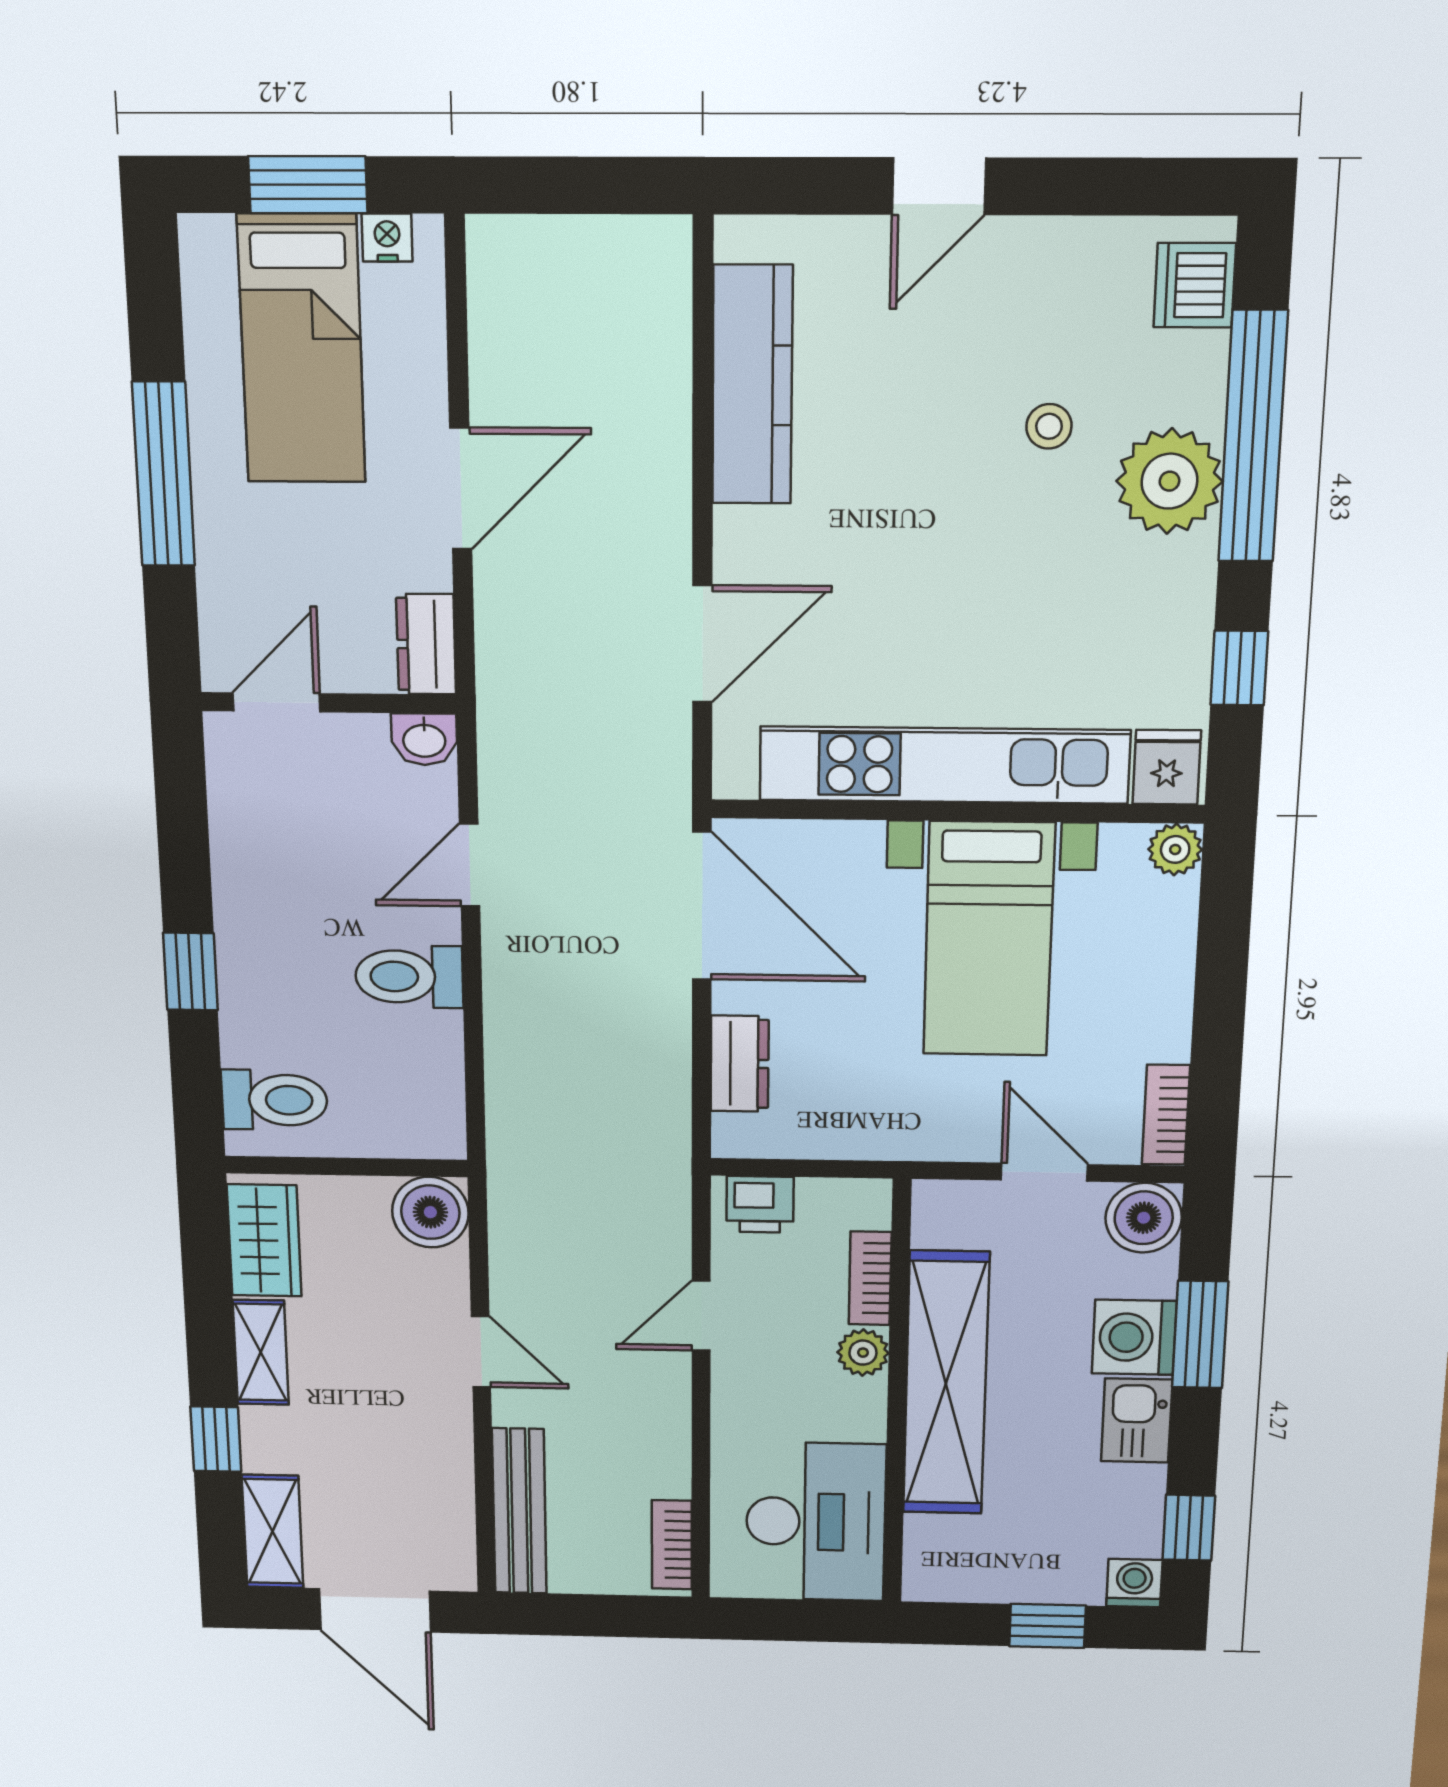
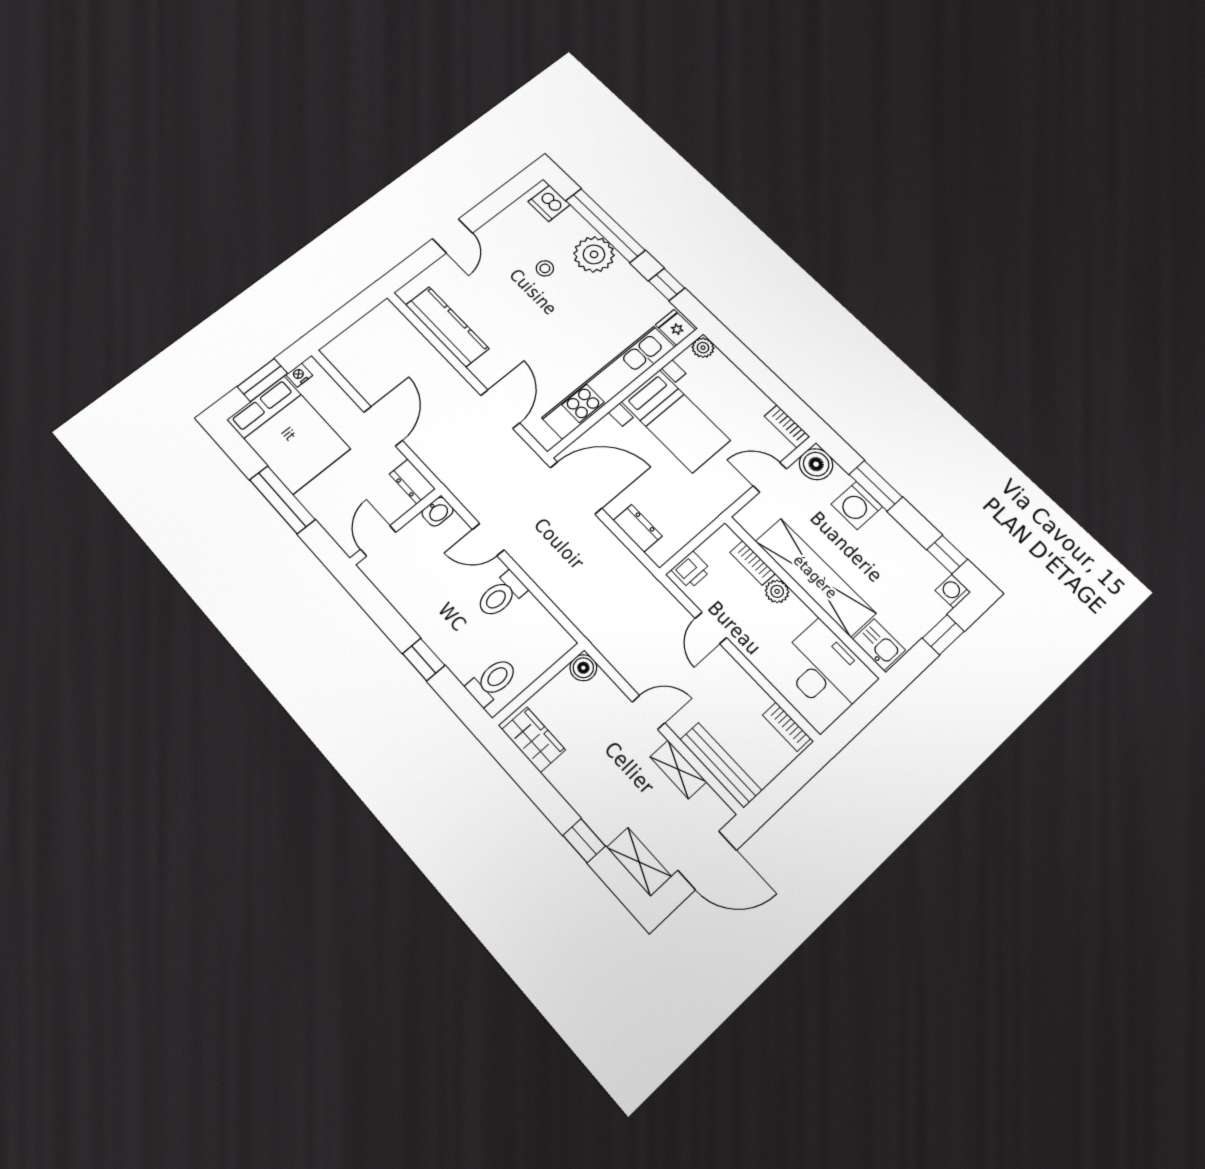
bed: (302, 349) -> (288, 434), width x1.50
door: (470, 865) -> (488, 540), hinge flipped
boiler: (430, 1212) -> (583, 668), width x0.73, depth x0.73
shelving: (261, 1352) -> (678, 769), moved
kitchen sink: (1137, 1420) -> (879, 645), moved, turned 180

